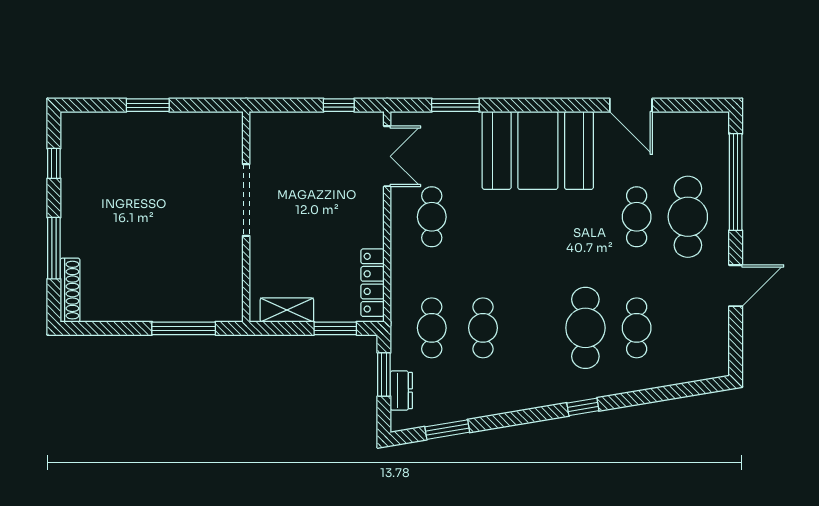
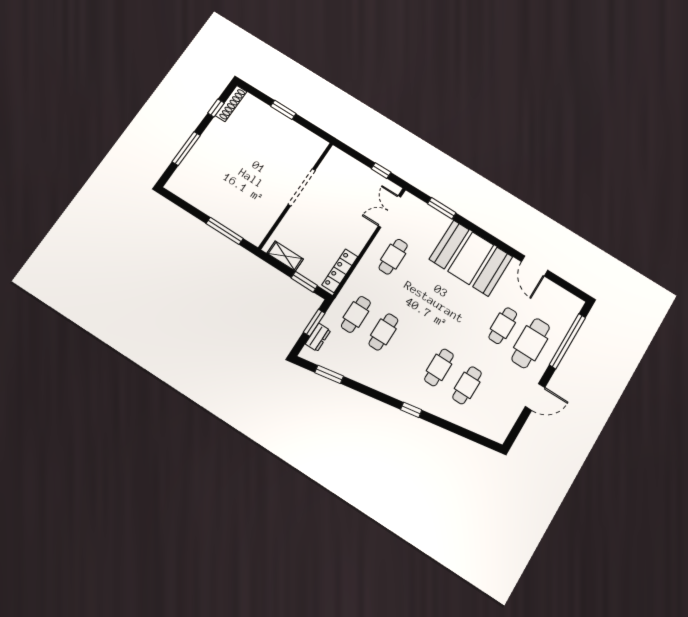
double door: (387, 156) -> (390, 211), swing flipped
shoe rack: (70, 290) -> (231, 104), moved
cafe table: (585, 328) -> (439, 367), width x0.73, depth x0.74

